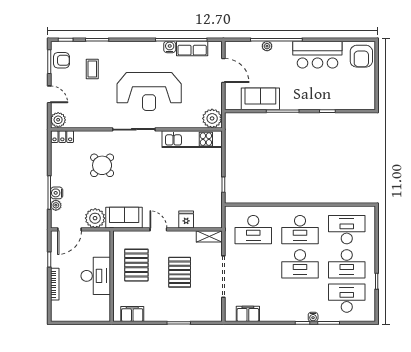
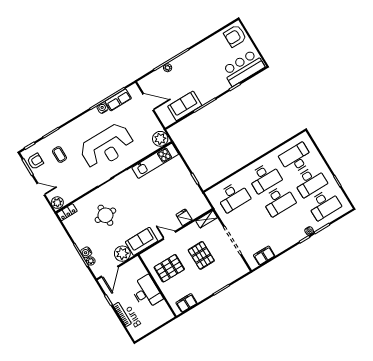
bar counter: (317, 55) -> (243, 68), moved, turned 180
armchair: (361, 56) -> (235, 36), turned 90
round table: (102, 165) -> (105, 215), turned 45
pallet: (136, 265) -> (169, 268), turned 90
desk: (347, 298) -> (324, 204), turned 180

